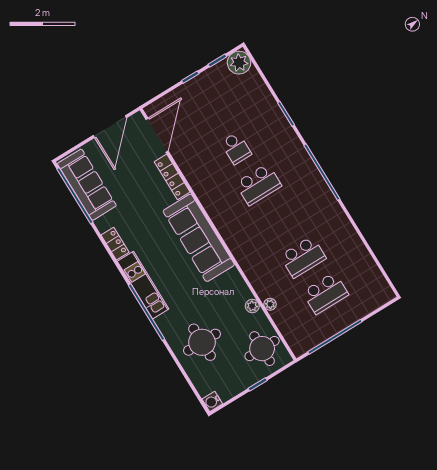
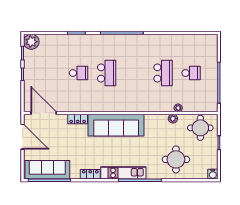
locker: (172, 177) -> (78, 119), width x0.66
school desk: (325, 293) -> (191, 73), width x0.54

